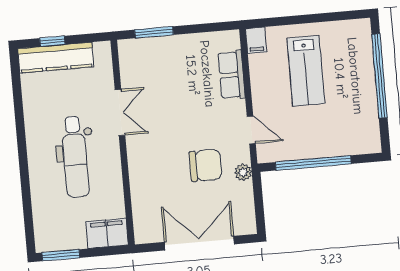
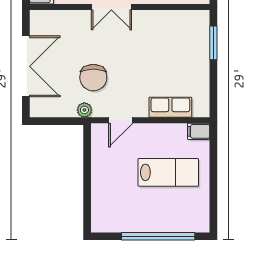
lab bench: (306, 71) -> (168, 172), turned 180
double door: (120, 112) -> (111, 7), moved
window: (313, 163) -> (87, 172), removed

